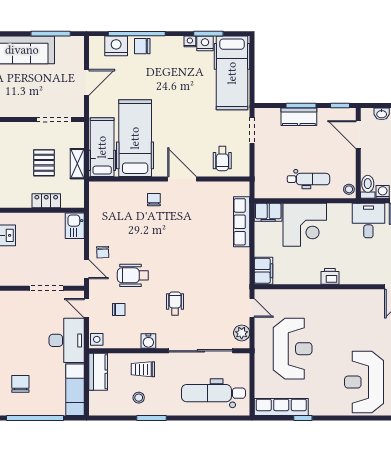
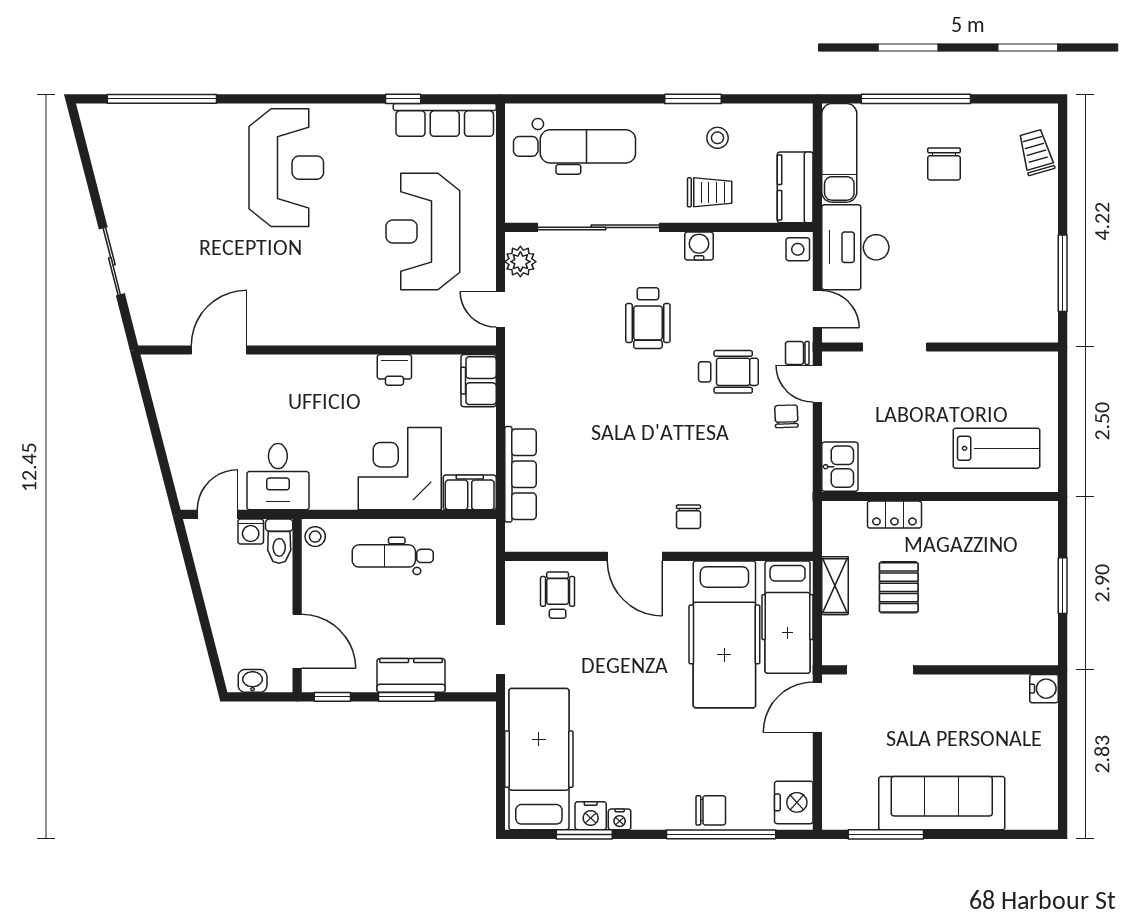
nightstand: (116, 46) -> (794, 802), moved, turned -90
door: (86, 82) -> (817, 707), moved
printer: (330, 276) -> (394, 370), moved
wheelchair: (175, 303) -> (648, 318), width x1.36, depth x1.37
chair: (119, 310) -> (797, 353), moved

